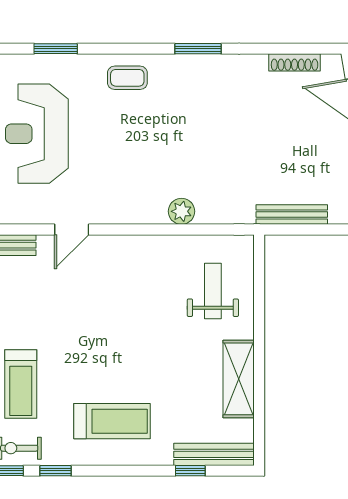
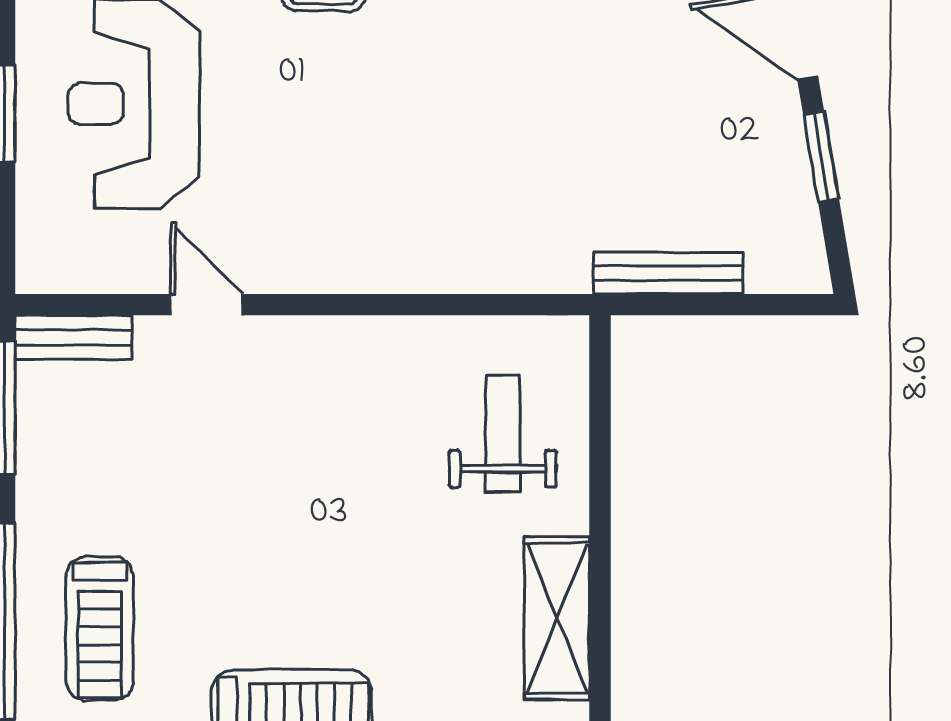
plant: (182, 211) -> (437, 267), removed
door: (72, 230) -> (207, 305), swing flipped

